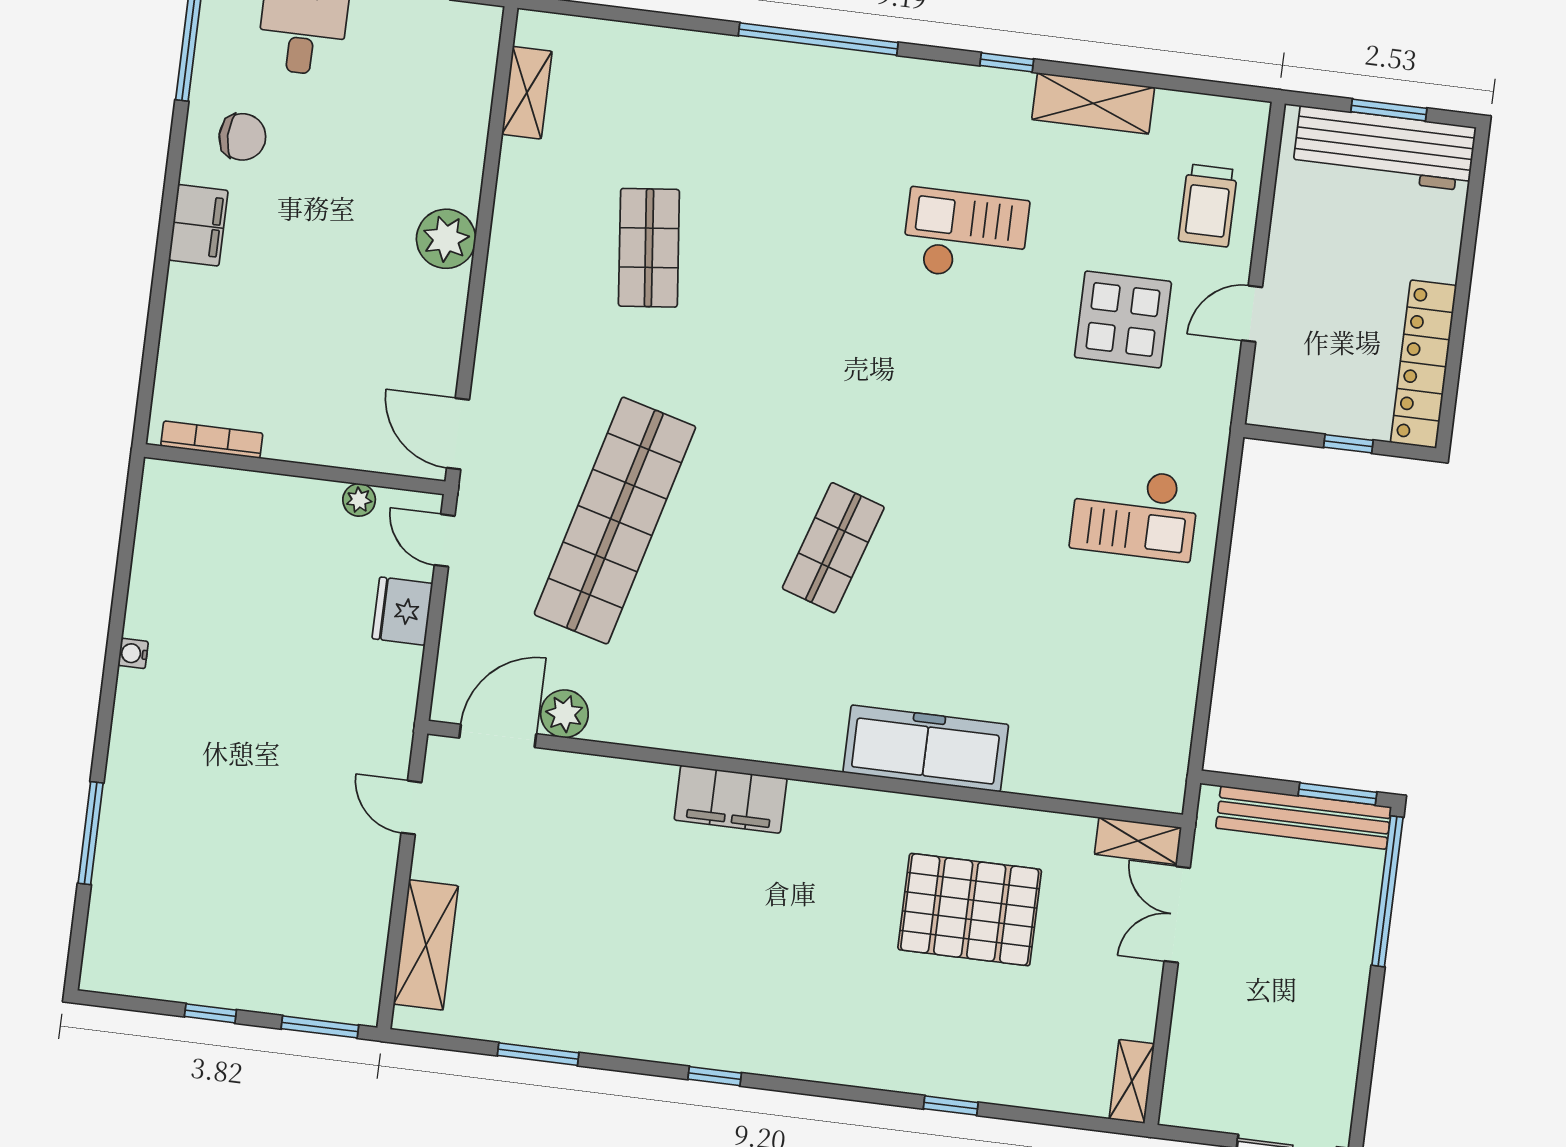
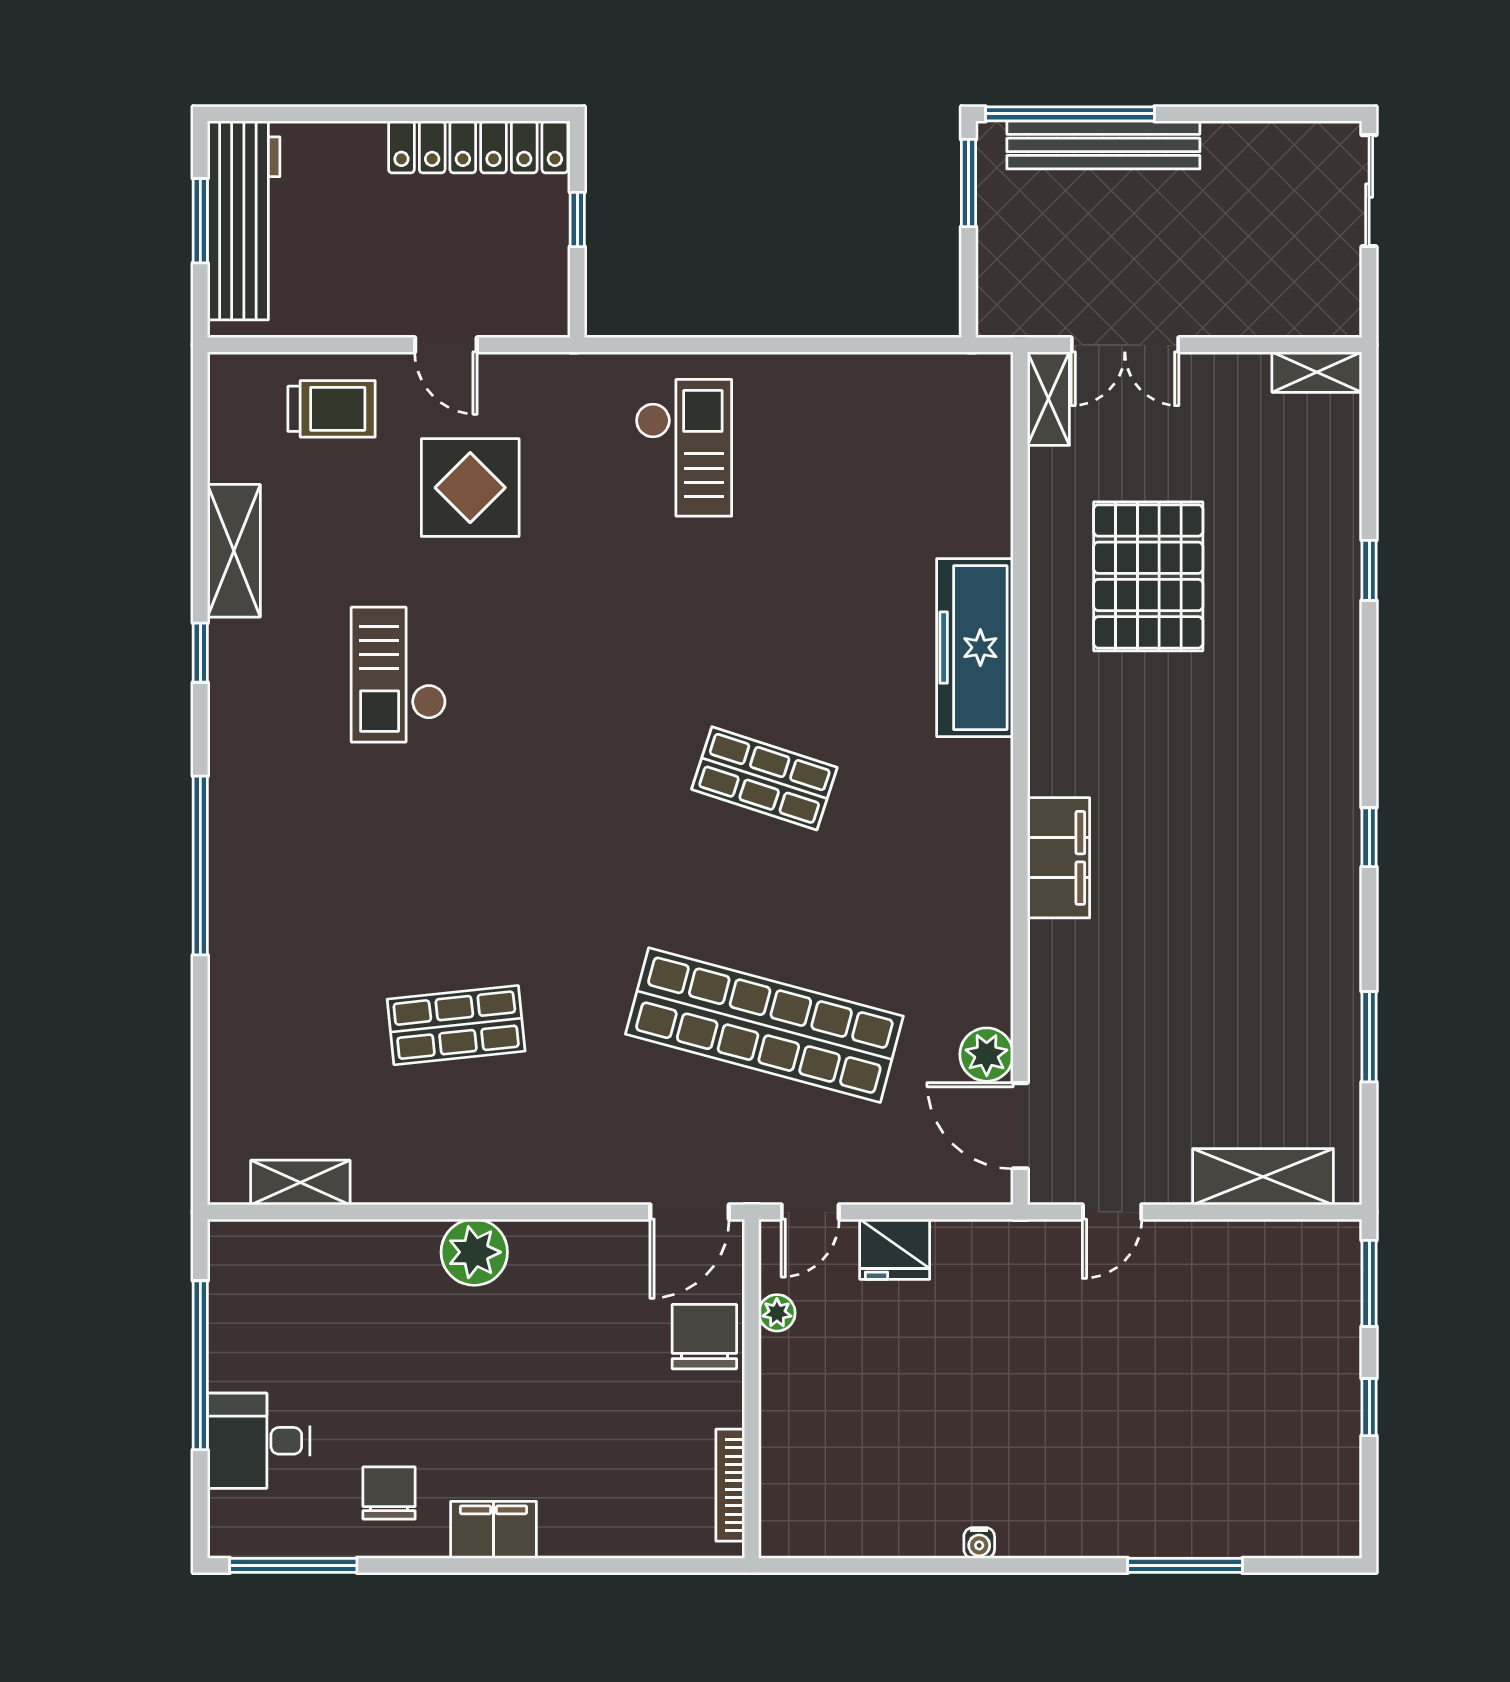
chair: (346, 433) -> (704, 1337), added
bench: (1304, 818) -> (1103, 145), moved, turned 90

